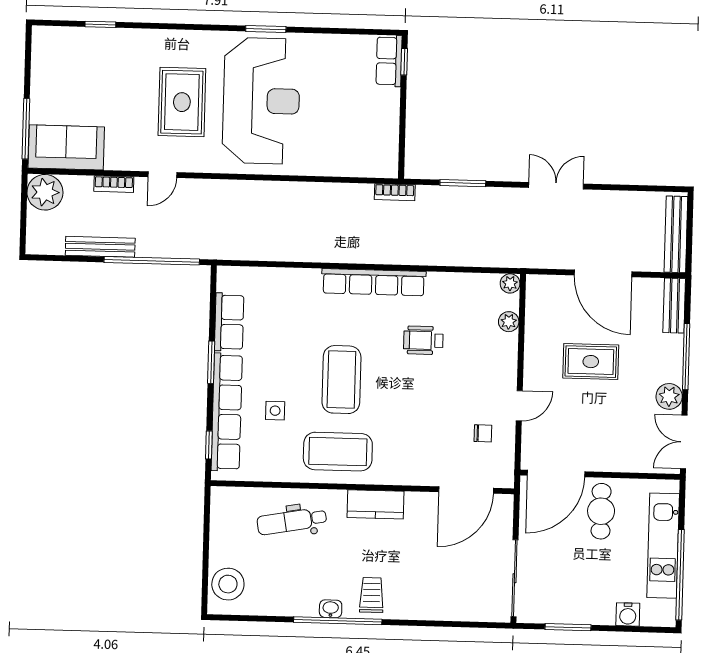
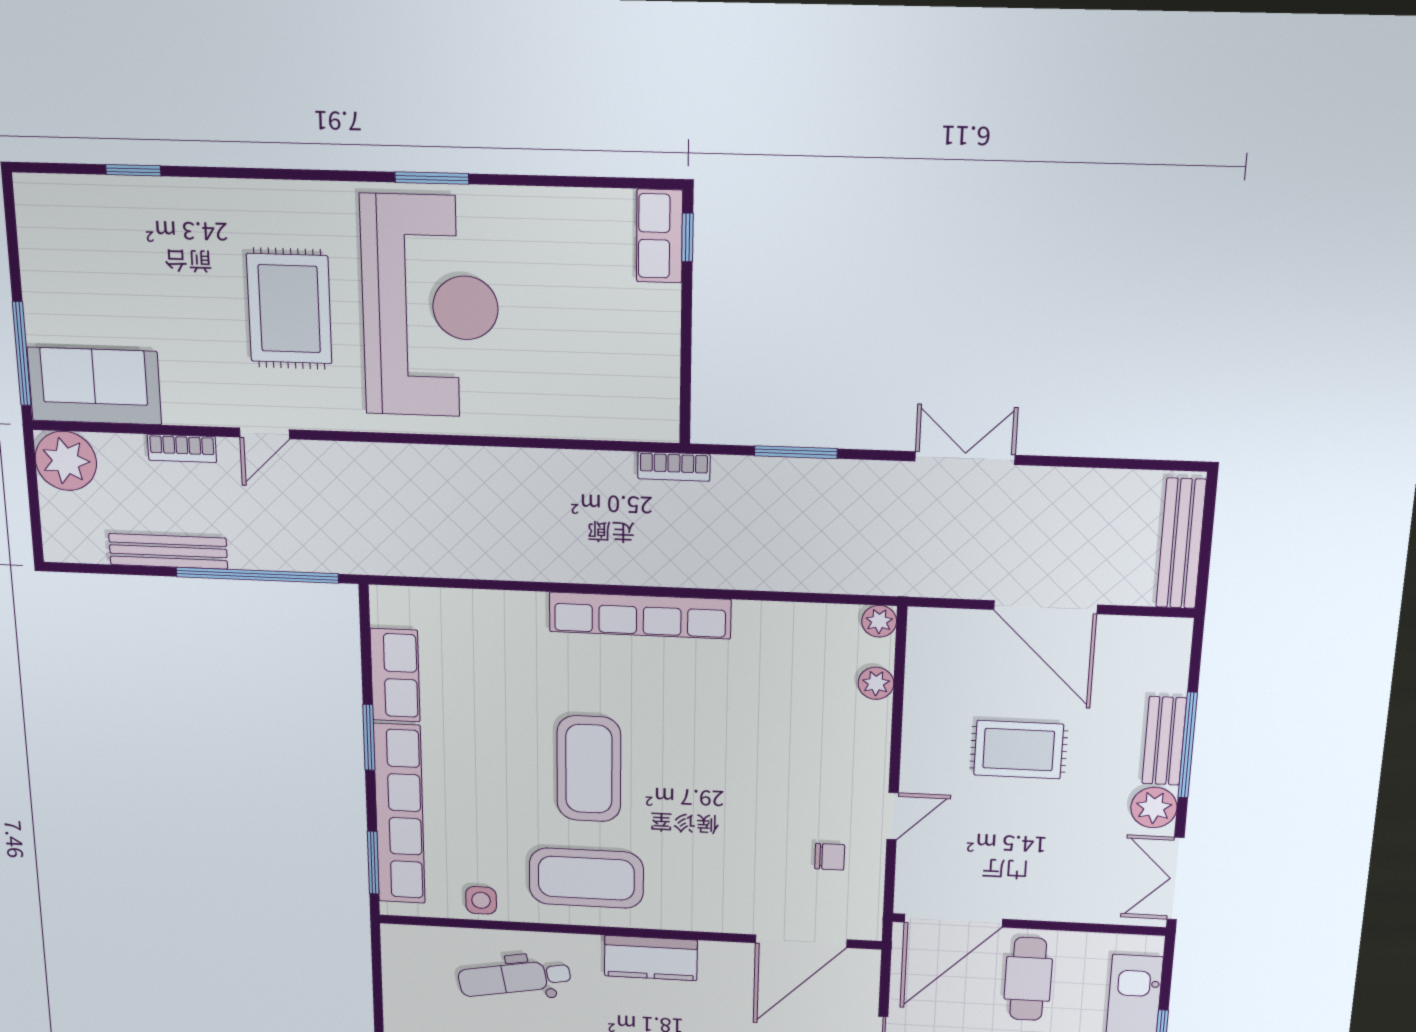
bench: (674, 306) -> (1164, 741), moved
wheelchair: (423, 340) -> (727, 710), removed
side table: (275, 411) -> (481, 900), moved
window: (209, 445) -> (373, 863), width x1.50

